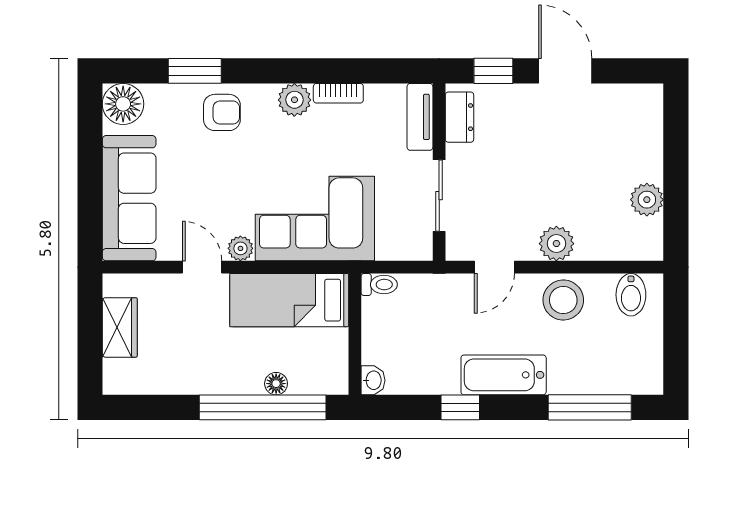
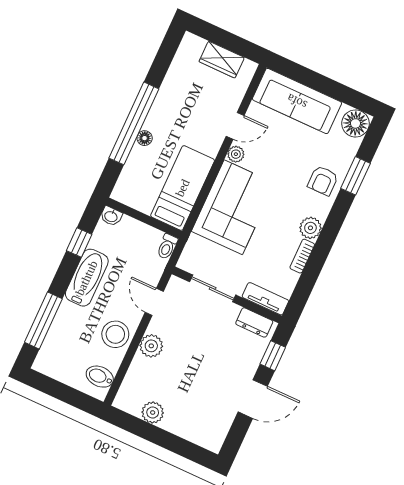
toilet: (379, 284) -> (167, 246), moved
bed: (289, 300) -> (183, 188), moved
wall: (355, 334) -> (144, 218), moved
washbasin: (373, 380) -> (111, 216), moved

